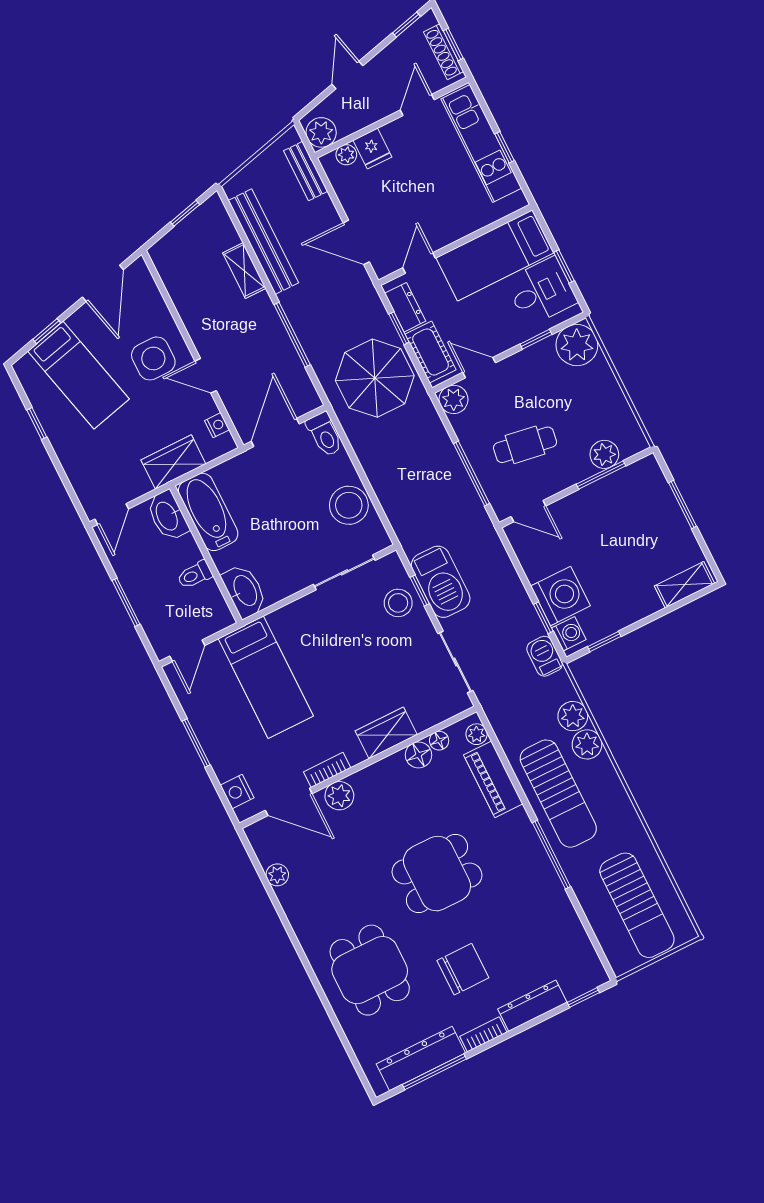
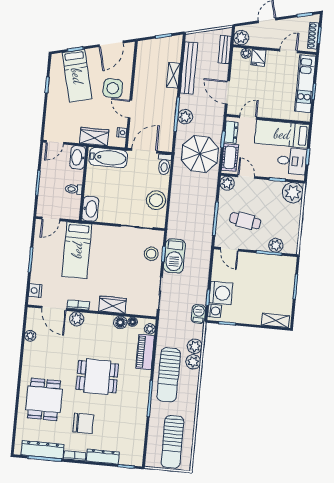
plant: (309, 330) -> (185, 117), added
bathtub: (208, 512) -> (108, 158), moved, turned 90

